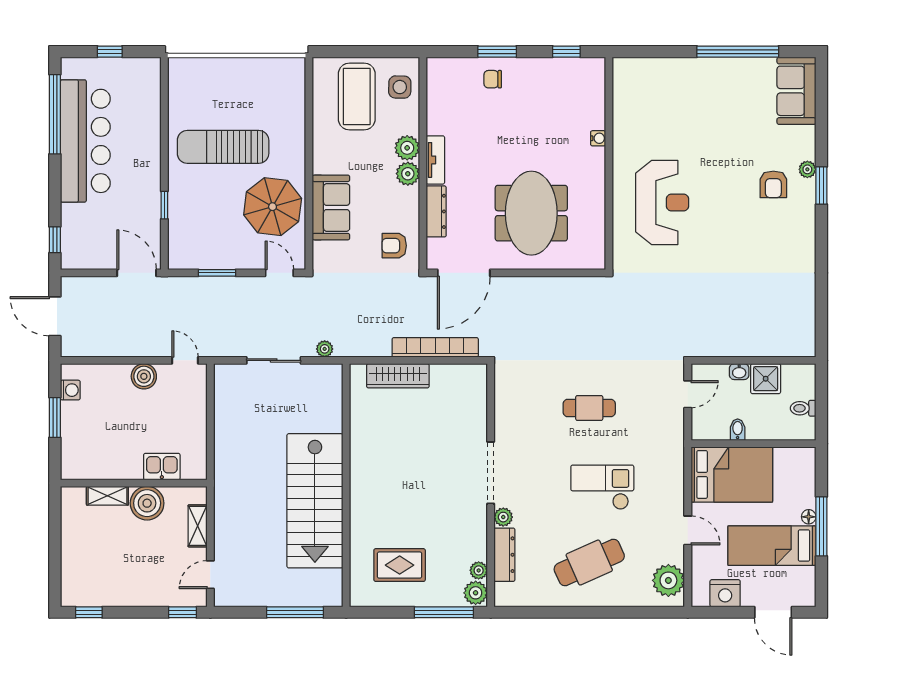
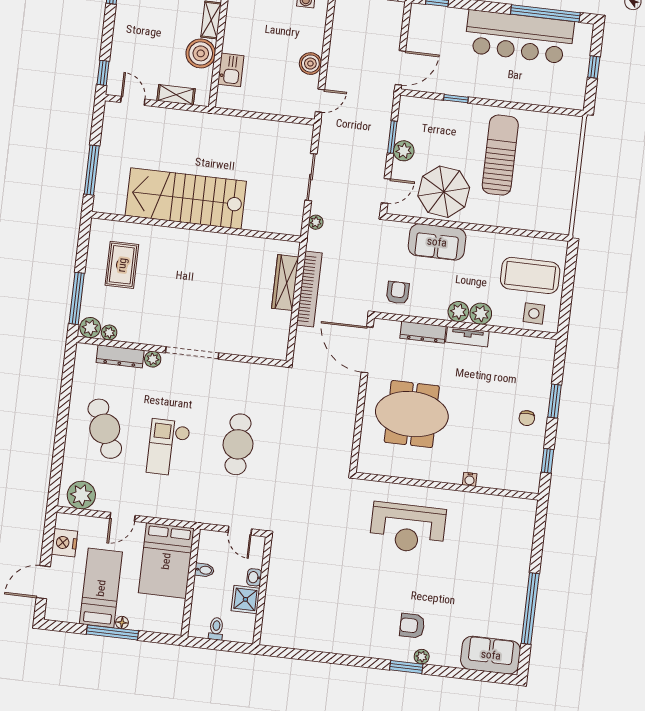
chair: (493, 79) -> (527, 418), moved, turned 180
plant: (231, 258) -> (404, 151), added
bookcase: (435, 347) -> (309, 289), moved
cafe table: (589, 408) -> (238, 444), width x1.37, depth x1.35
checkout: (602, 487) -> (168, 448), turned 180

